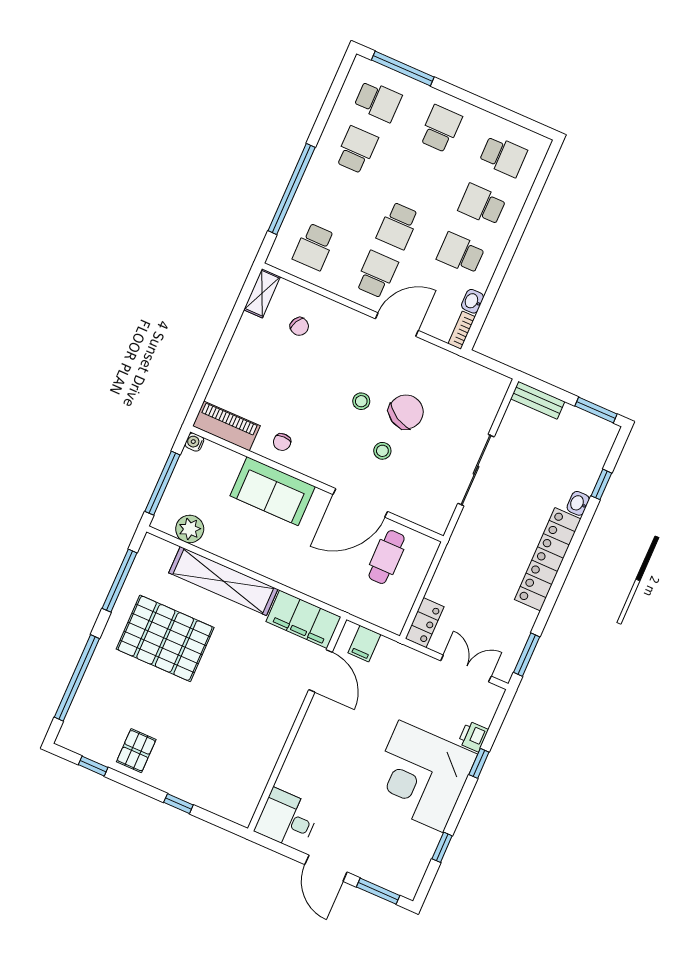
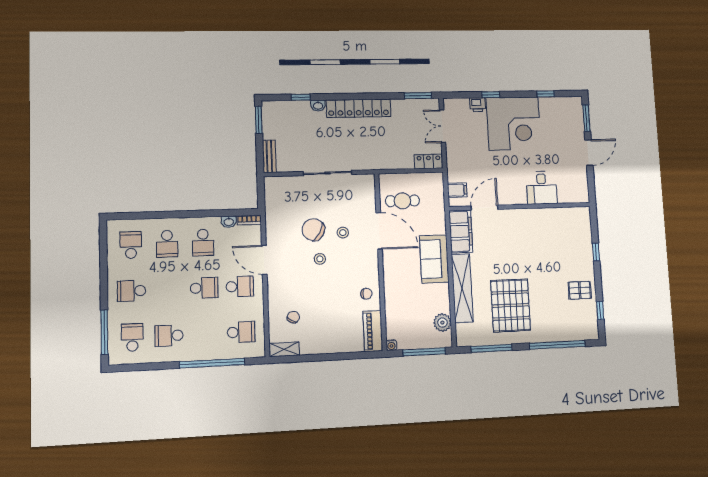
school desk: (377, 274) -> (240, 286), turned 180
sofa: (273, 491) -> (434, 259), moved, turned 180
desk: (287, 819) -> (542, 188), moved

